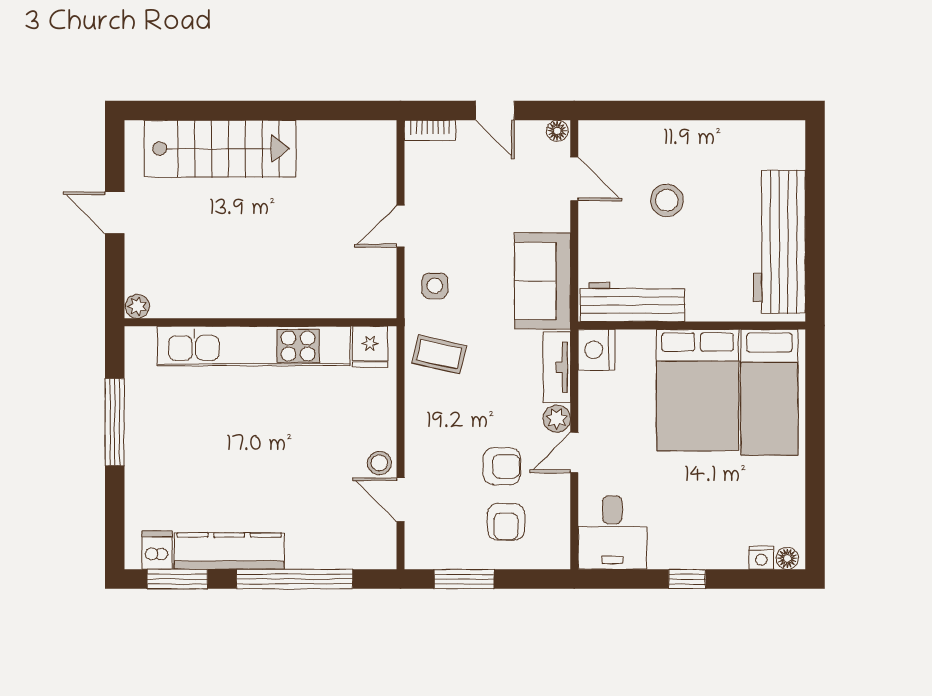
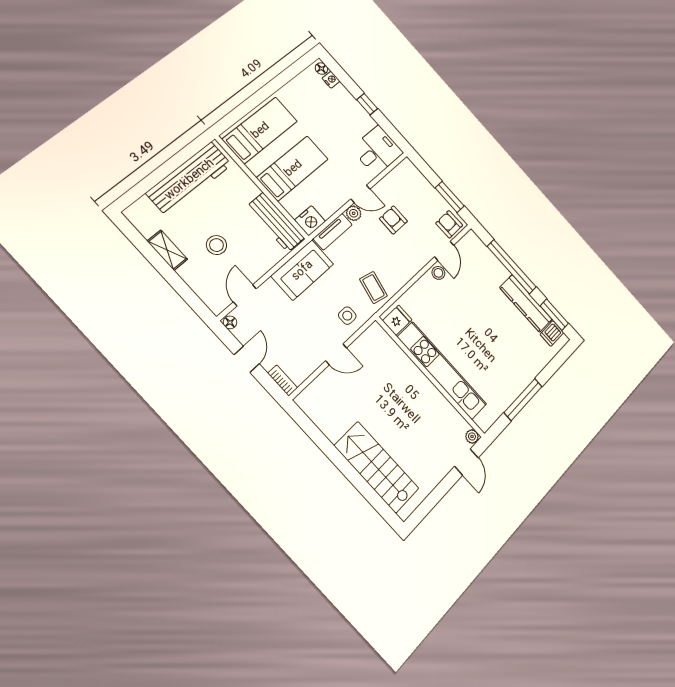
shelving: (711, 135) -> (167, 250), added
door: (115, 213) -> (466, 462), moved
bed: (698, 390) -> (293, 168), width x0.67
armchair: (506, 522) -> (449, 224), moved, turned -91

